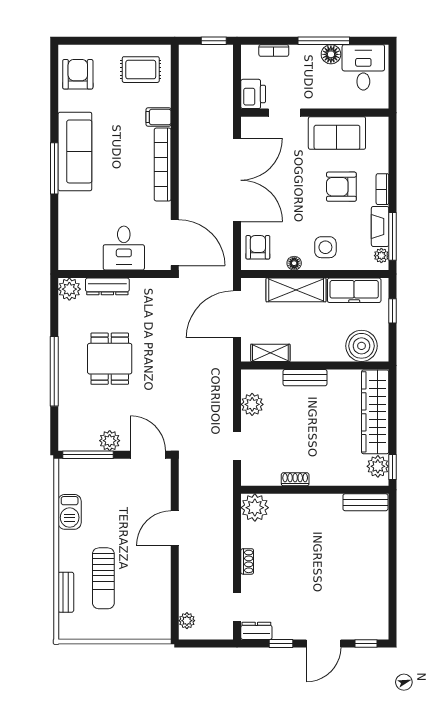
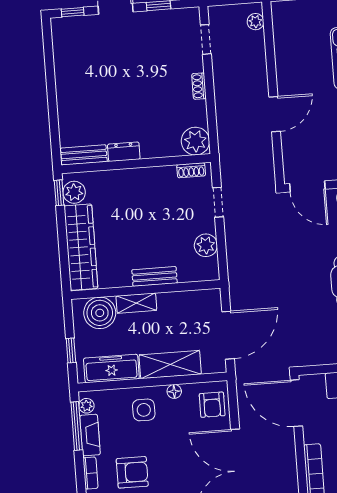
shelving: (270, 353) -> (136, 303), moved
shoe rack: (295, 479) -> (191, 170), moved
dresser: (256, 631) -> (124, 152), moved, turned 180

